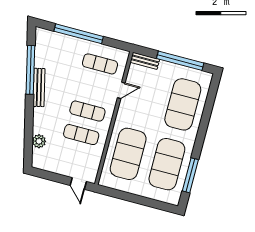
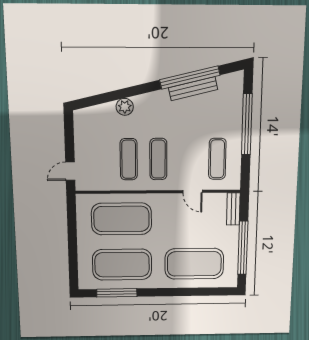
bench: (39, 87) -> (193, 89), moved
plant: (39, 141) -> (125, 107), moved

